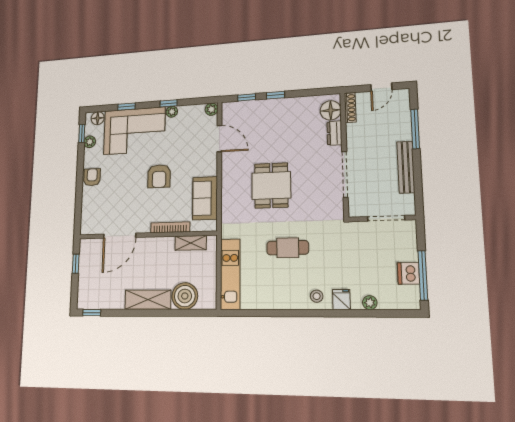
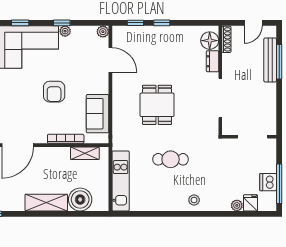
bench: (406, 167) -> (270, 60), moved
fridge: (341, 300) -> (250, 203), moved

